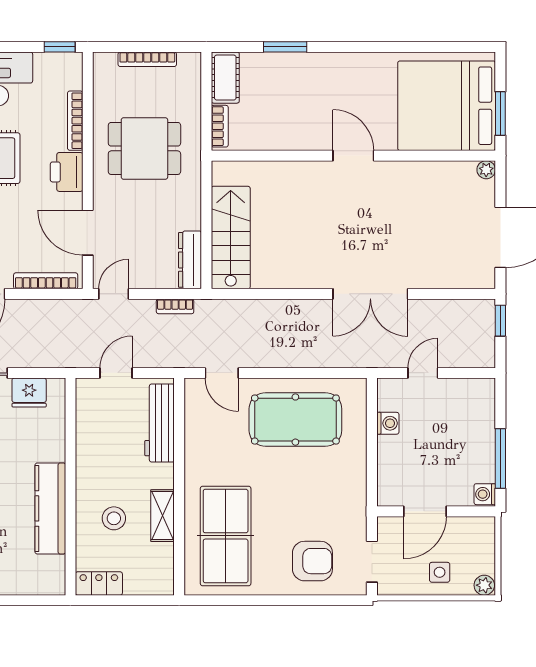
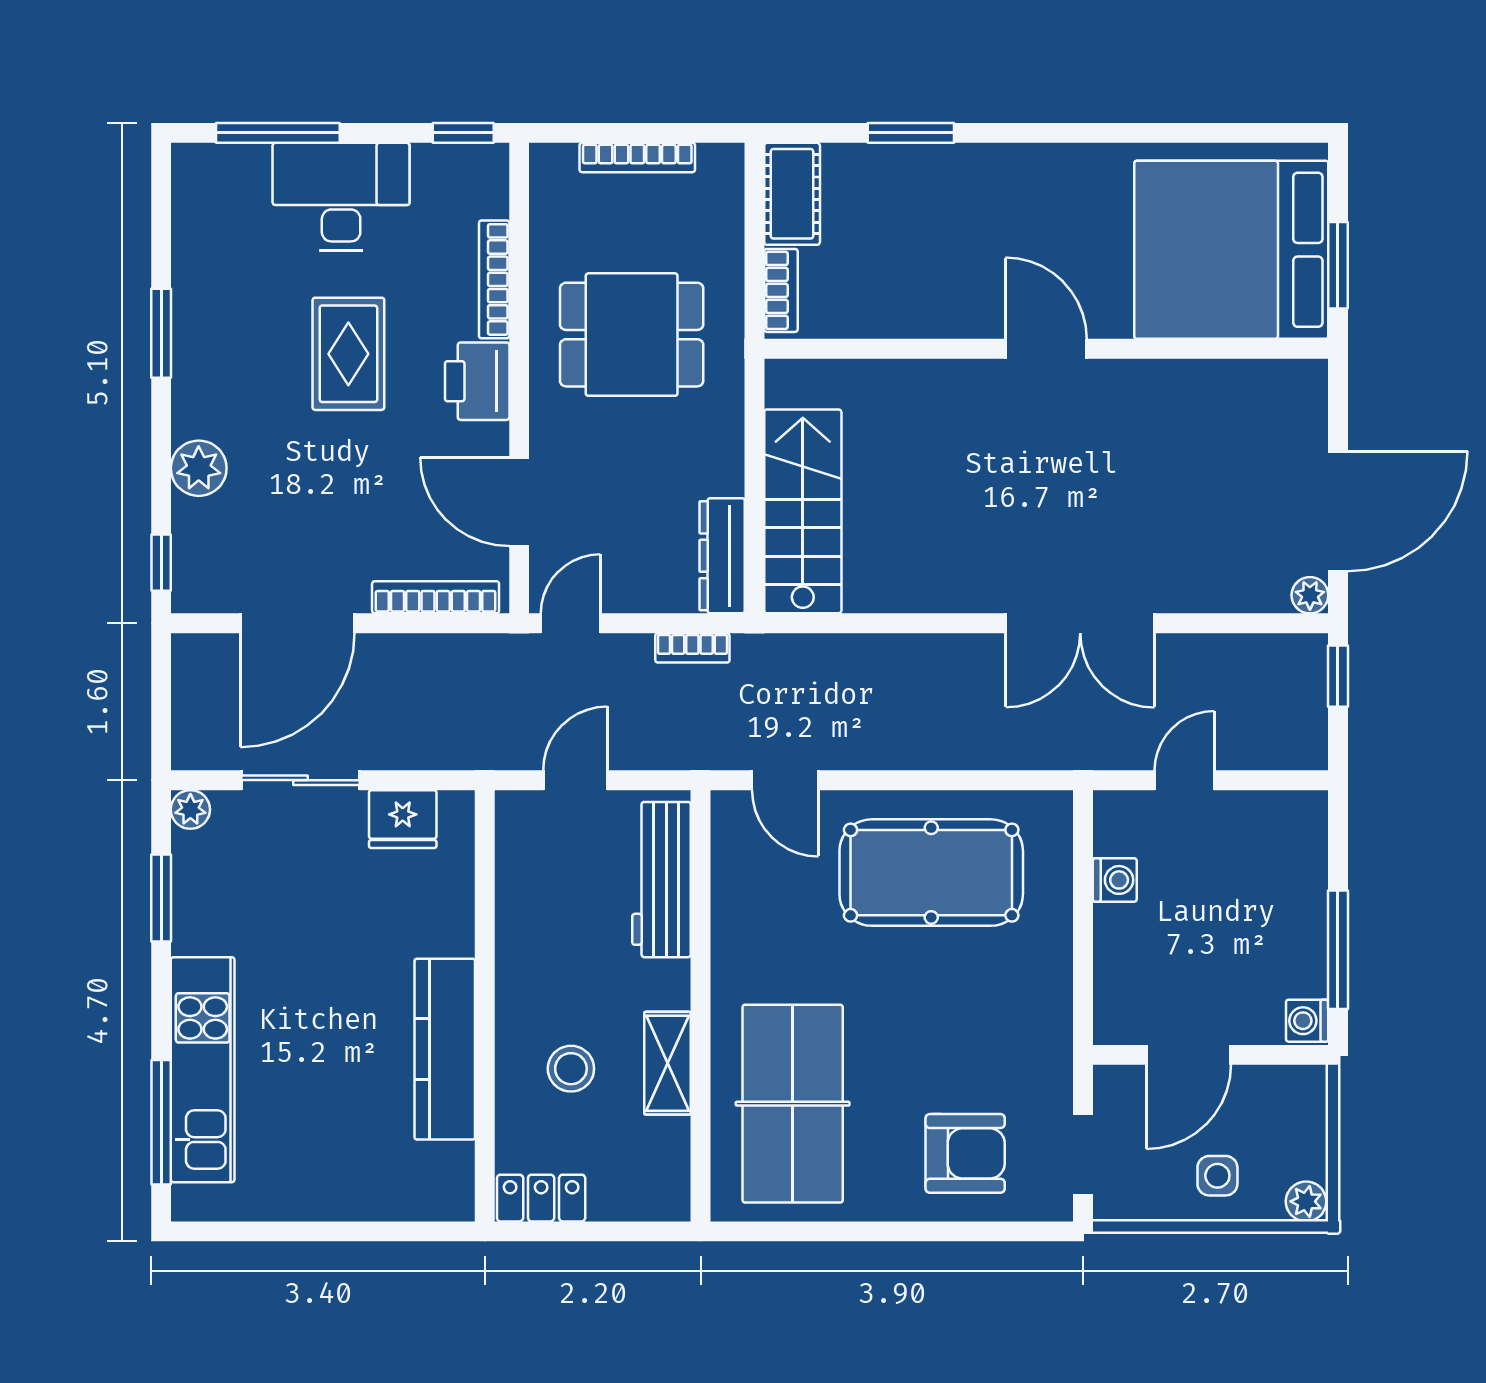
plant: (486, 170) -> (1310, 595), moved

